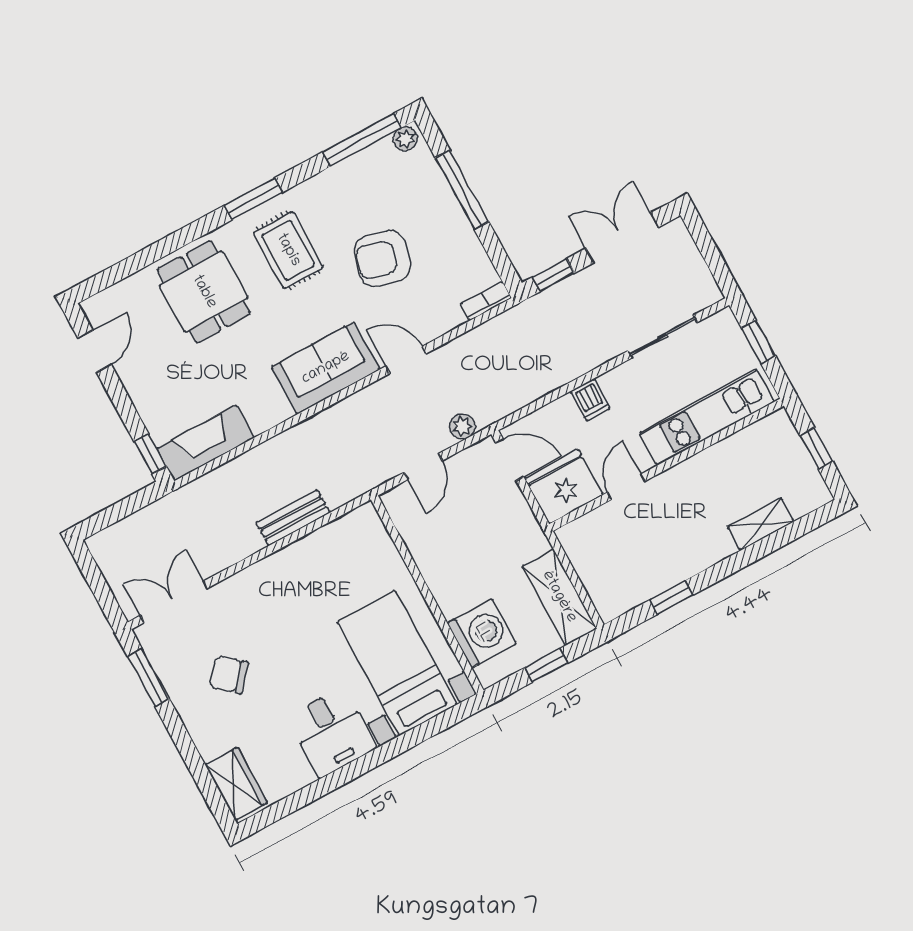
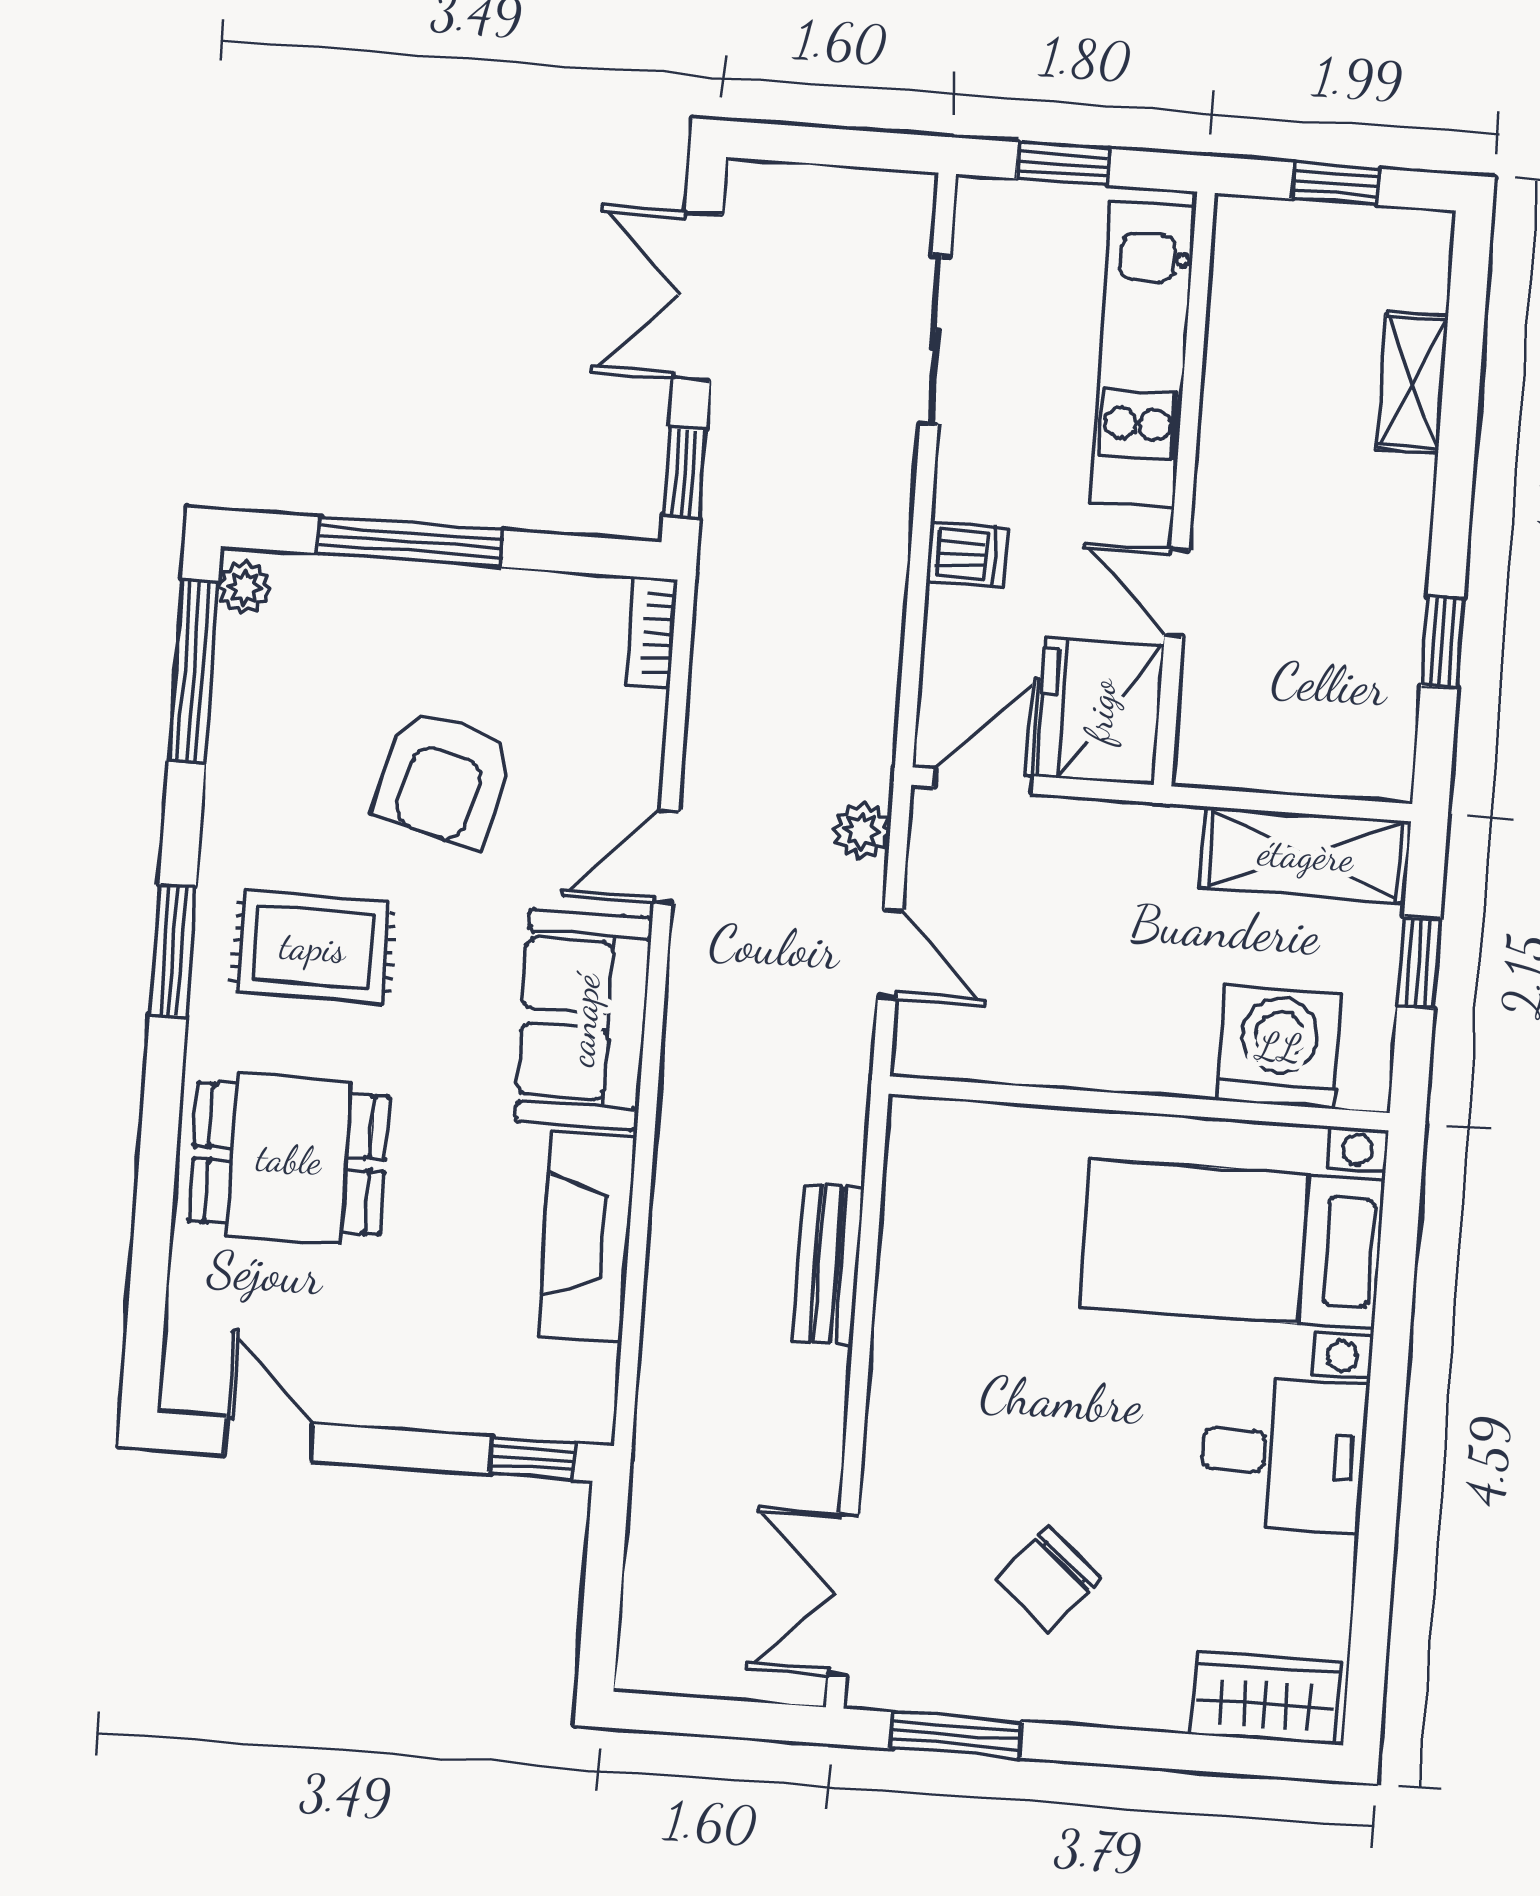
fireplace: (205, 443) -> (587, 1236), moved

